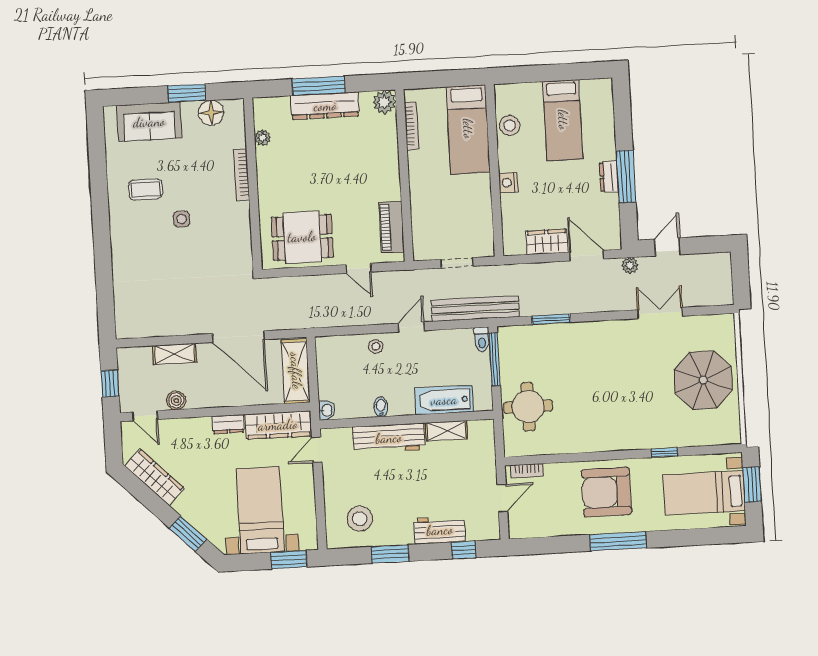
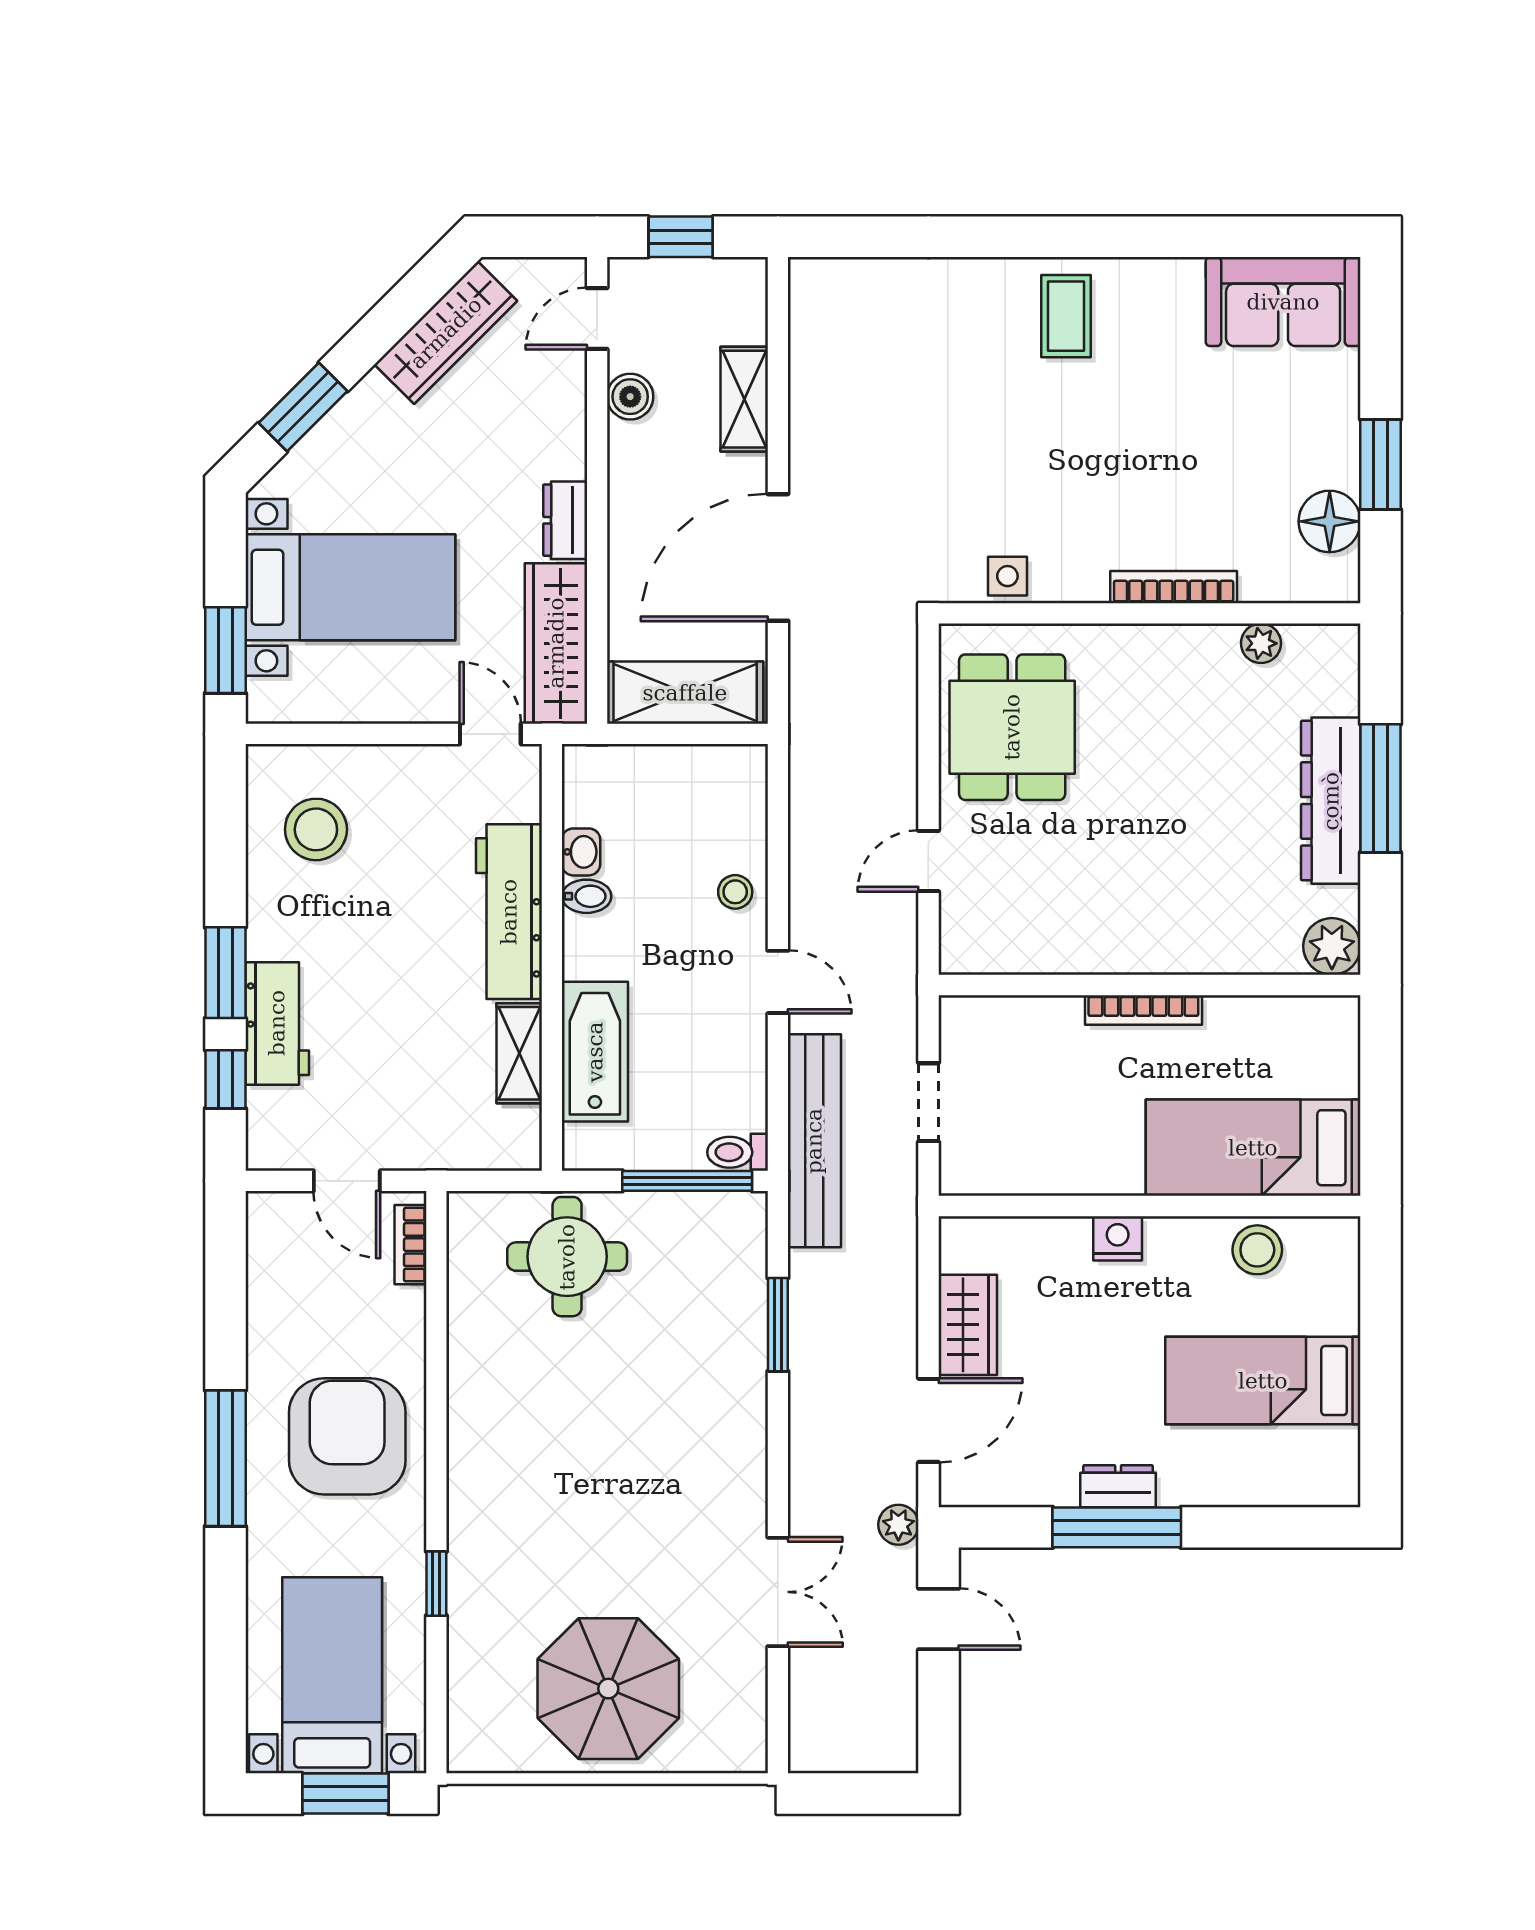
sofa: (149, 122) -> (1283, 302), moved, turned -90
bookcase: (412, 126) -> (1143, 1010), moved
coffee table: (146, 189) -> (1066, 316), moved
side table: (182, 219) -> (1007, 576), moved
piano: (392, 227) -> (1025, 947), removed
washbasin: (327, 410) -> (581, 852), moved, turned -90
window: (390, 554) -> (225, 973), moved

